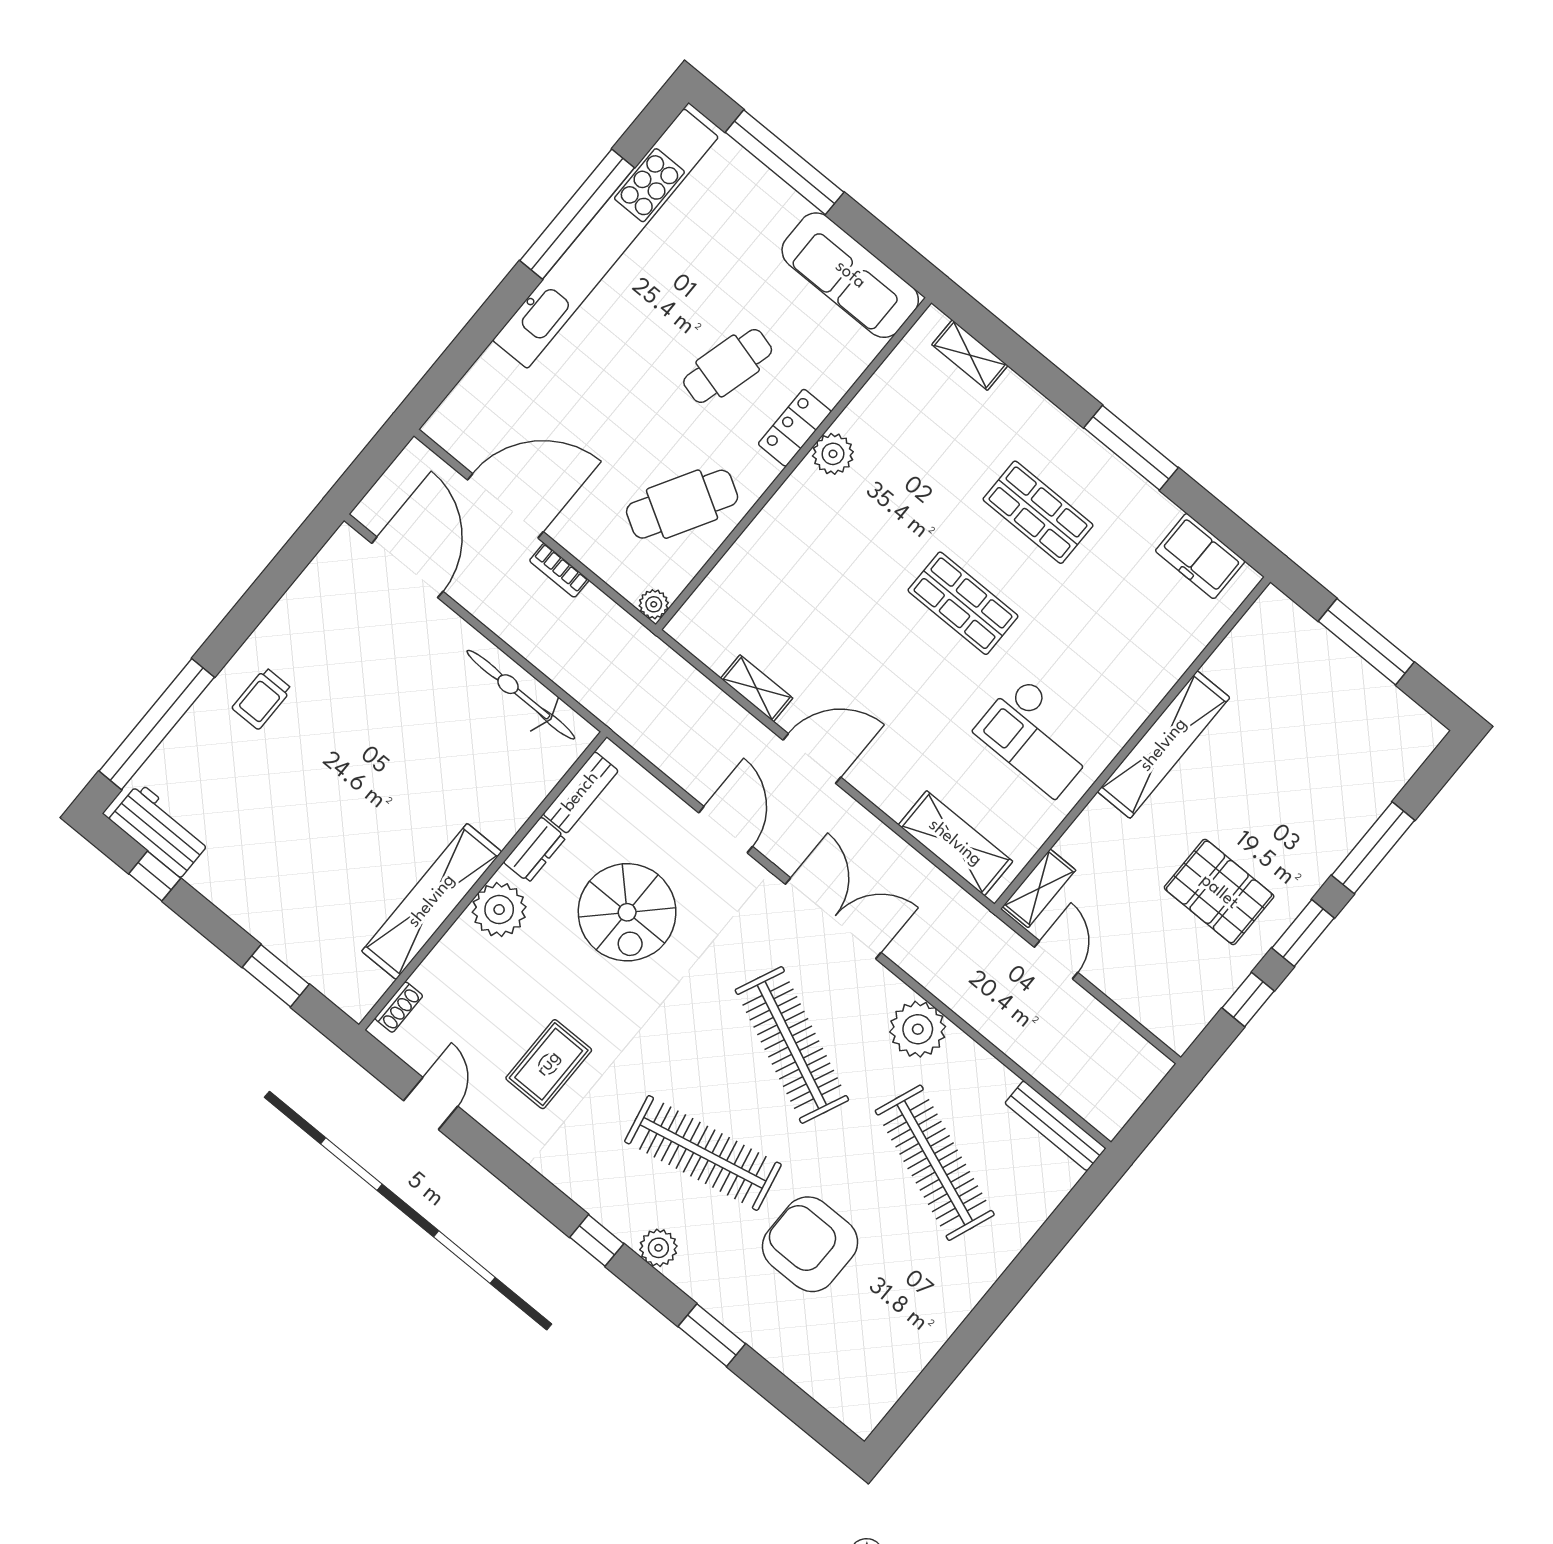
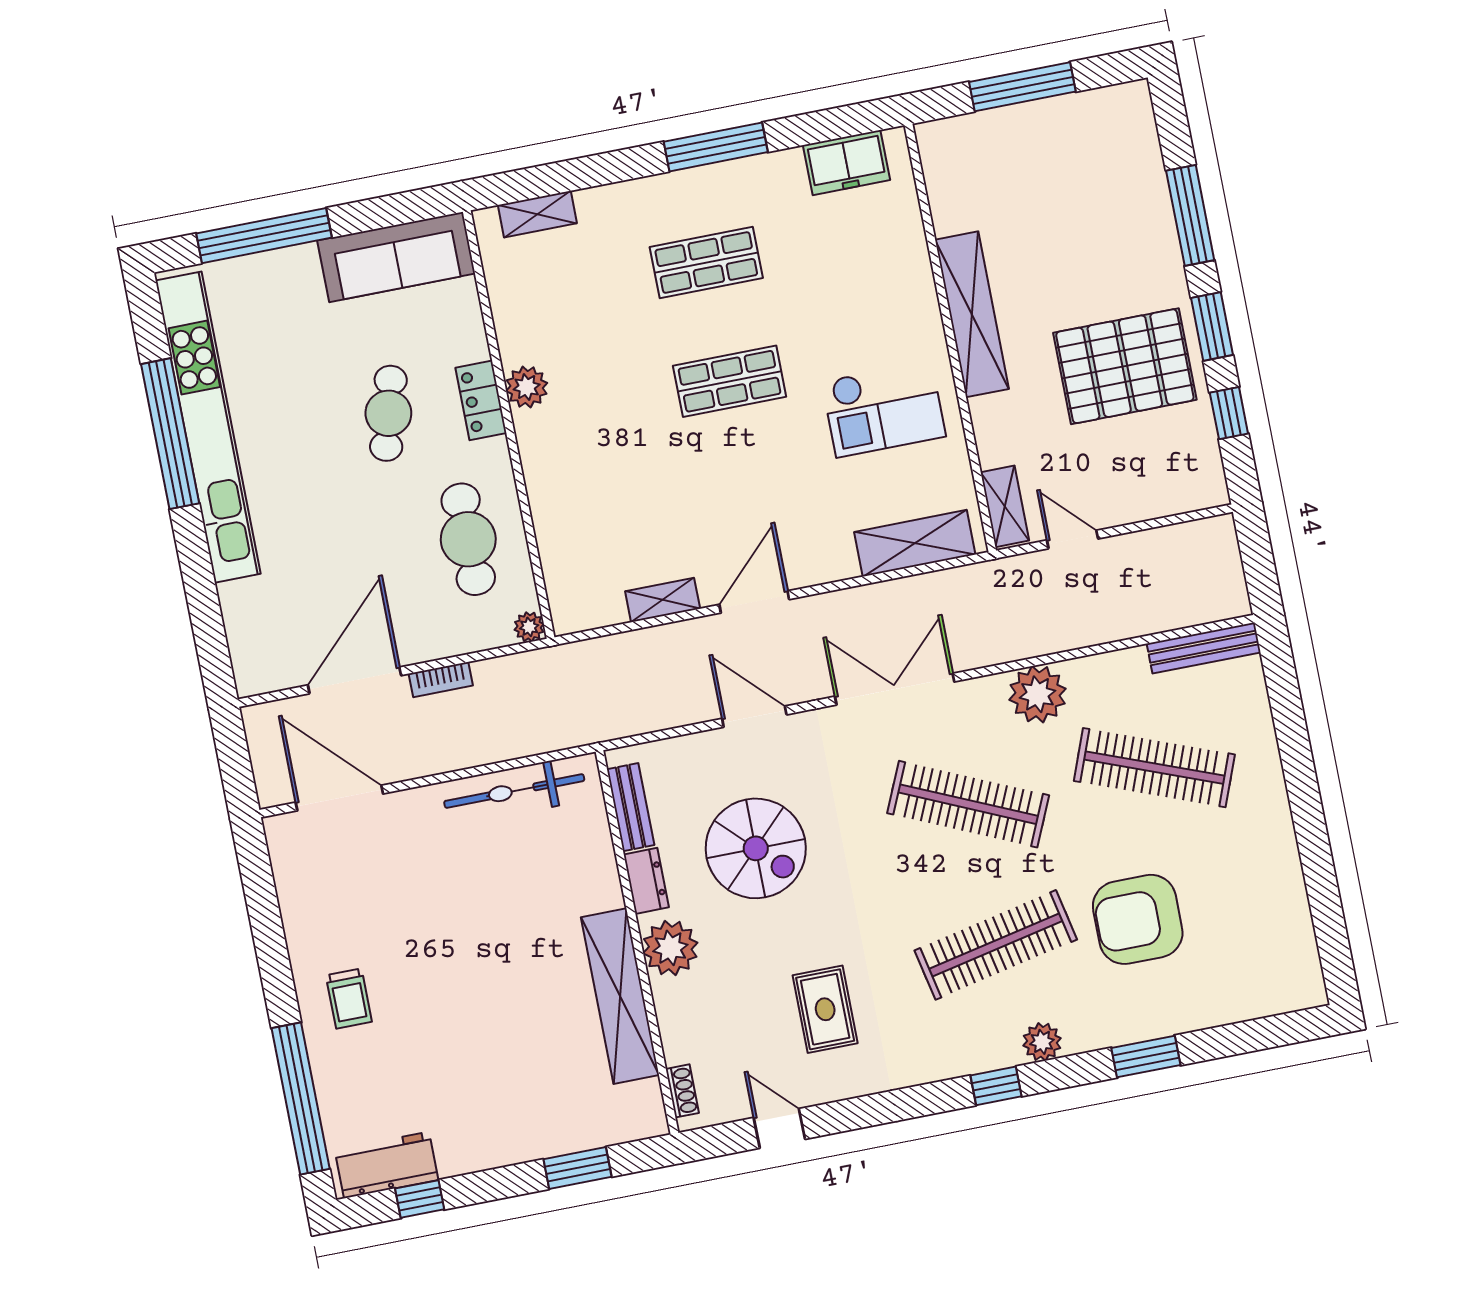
cafe table: (682, 504) -> (468, 539), turned -30
pallet: (1219, 892) -> (1125, 366), width x1.37, depth x1.41

